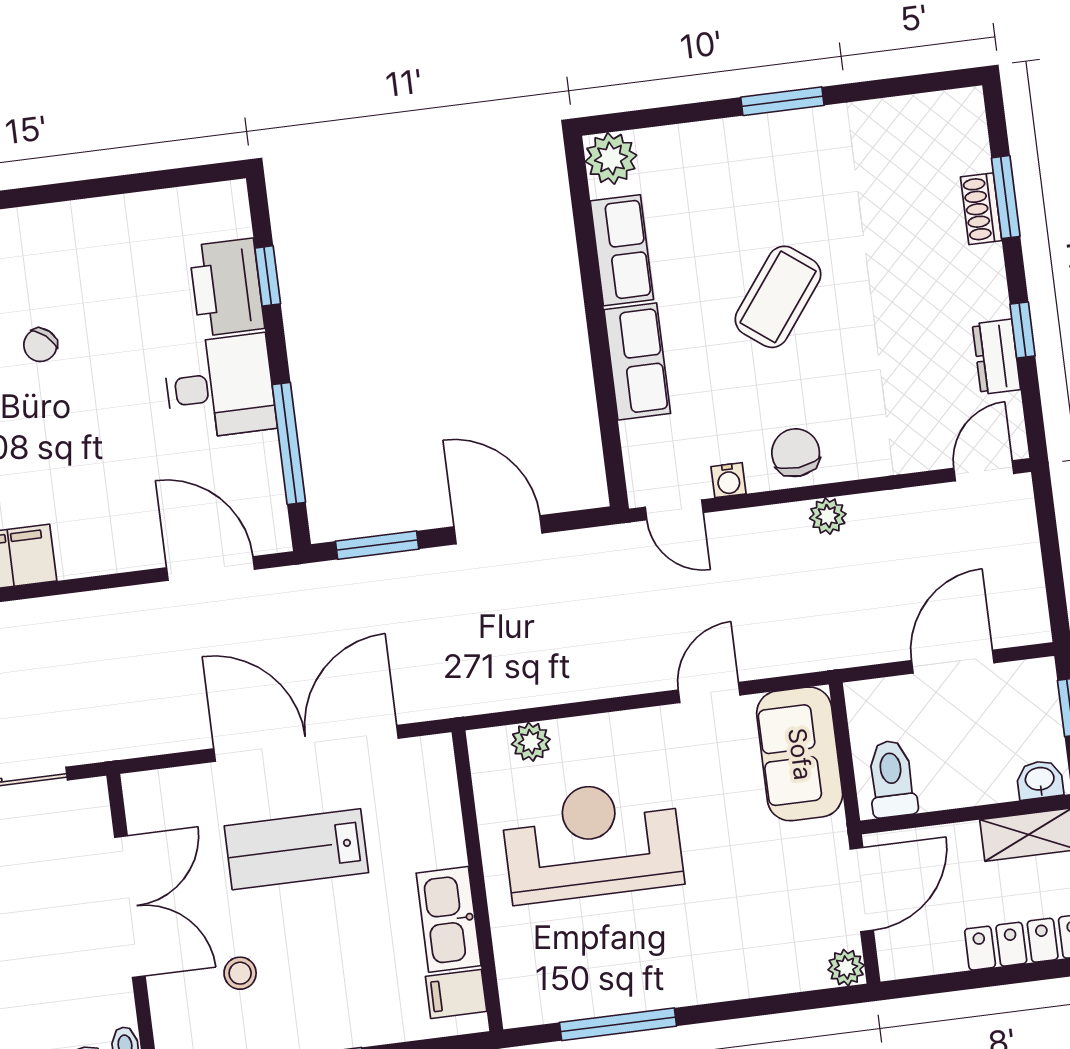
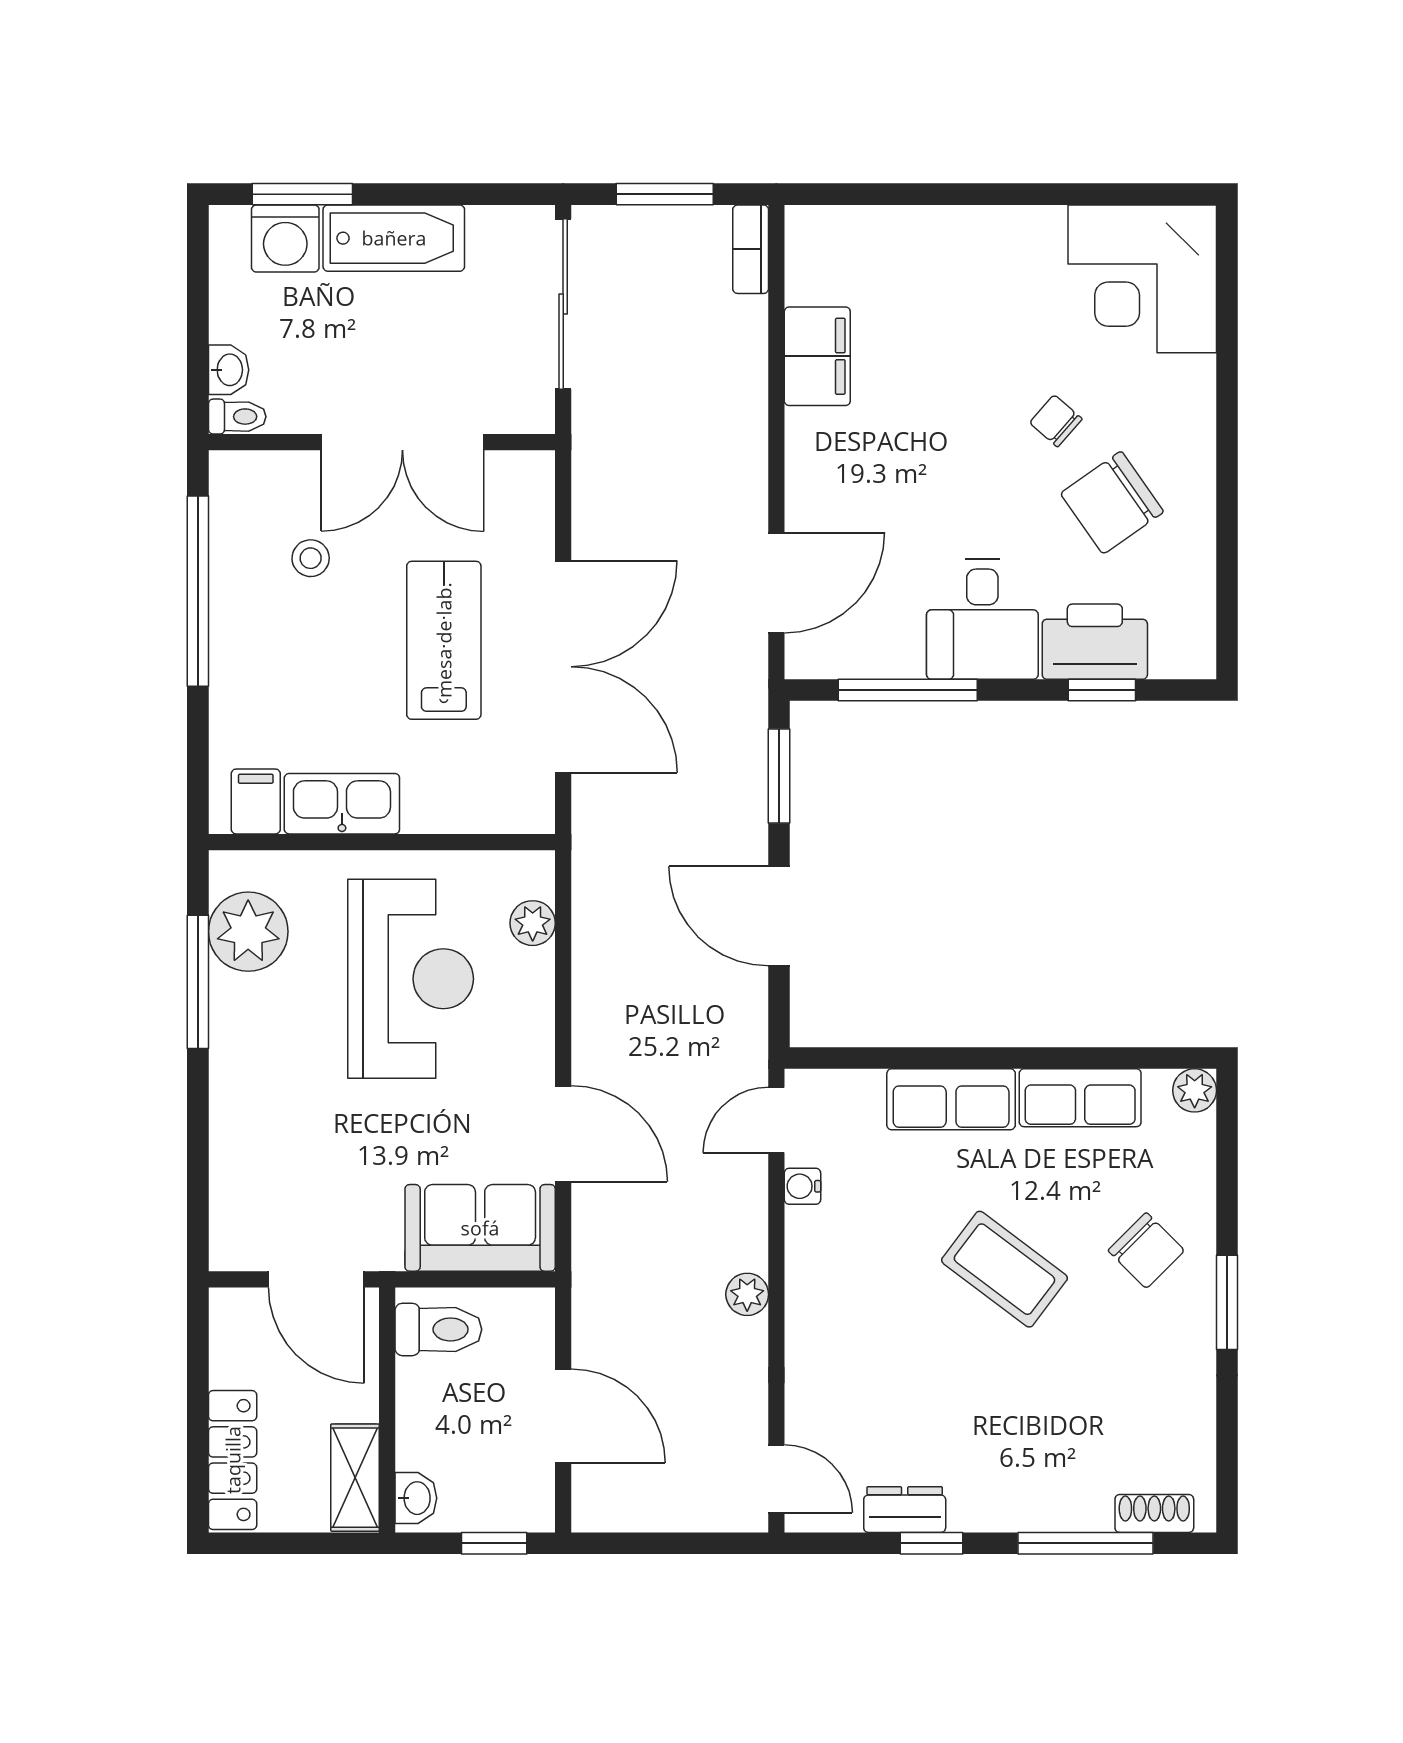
plant: (611, 158) -> (1195, 1090), width x0.73, depth x0.73
window: (1006, 197) -> (1085, 1543), width x1.44
shoe rack: (981, 209) -> (1154, 1513), moved
chair: (105, 288) -> (1112, 503), added
chair: (796, 453) -> (1146, 1251), moved, turned 50
door: (498, 530) -> (779, 916), swing flipped
door: (709, 692) -> (563, 1134), width x1.38
plant: (846, 968) -> (248, 932), moved, width x1.87, depth x1.87

